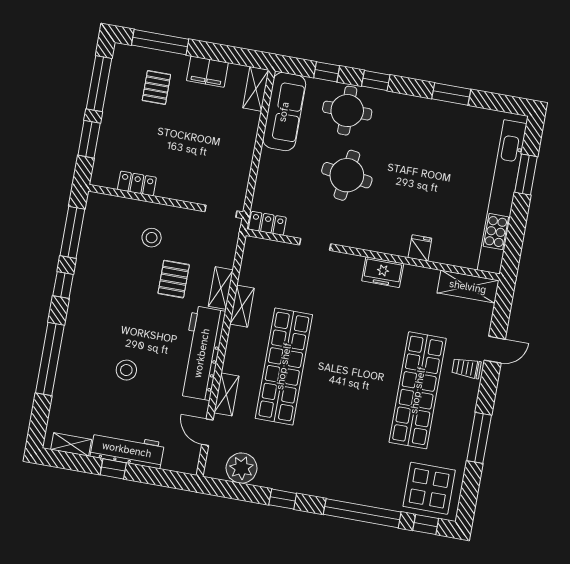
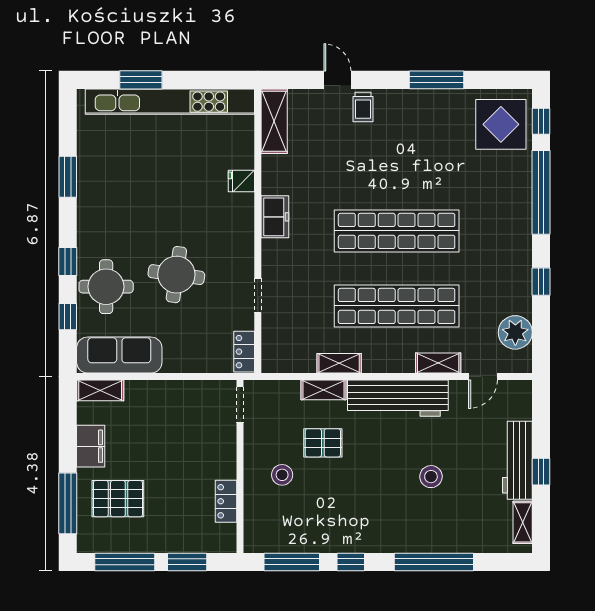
pallet: (156, 88) -> (118, 499), width x1.50, depth x1.42
shop shelf: (418, 390) -> (397, 231), moved

